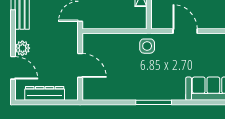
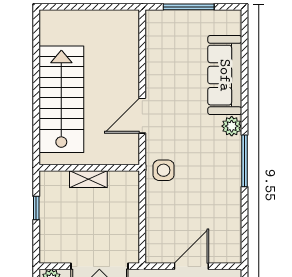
plant: (178, 93) -> (232, 126), added

